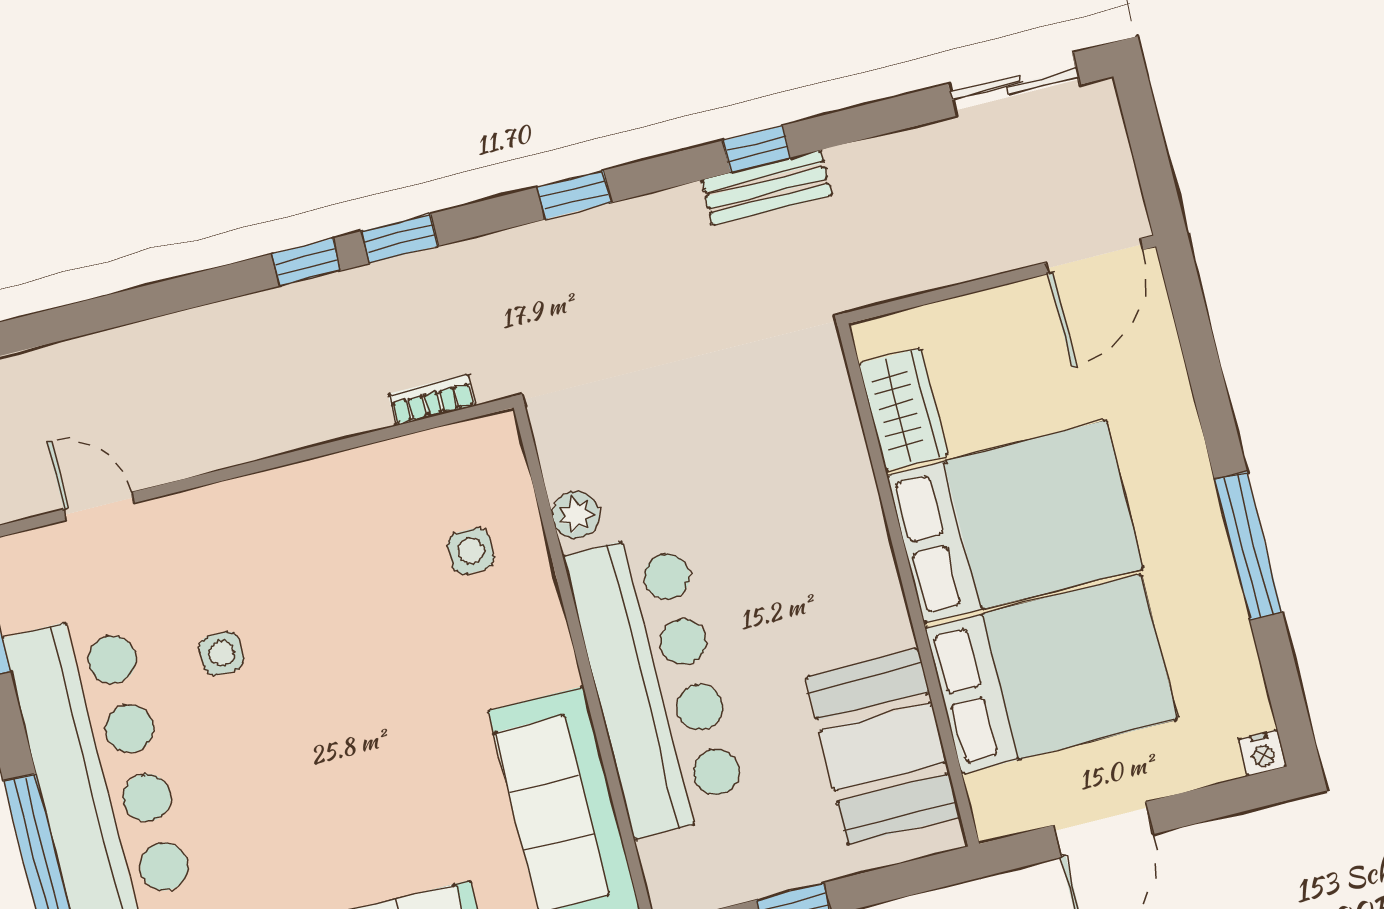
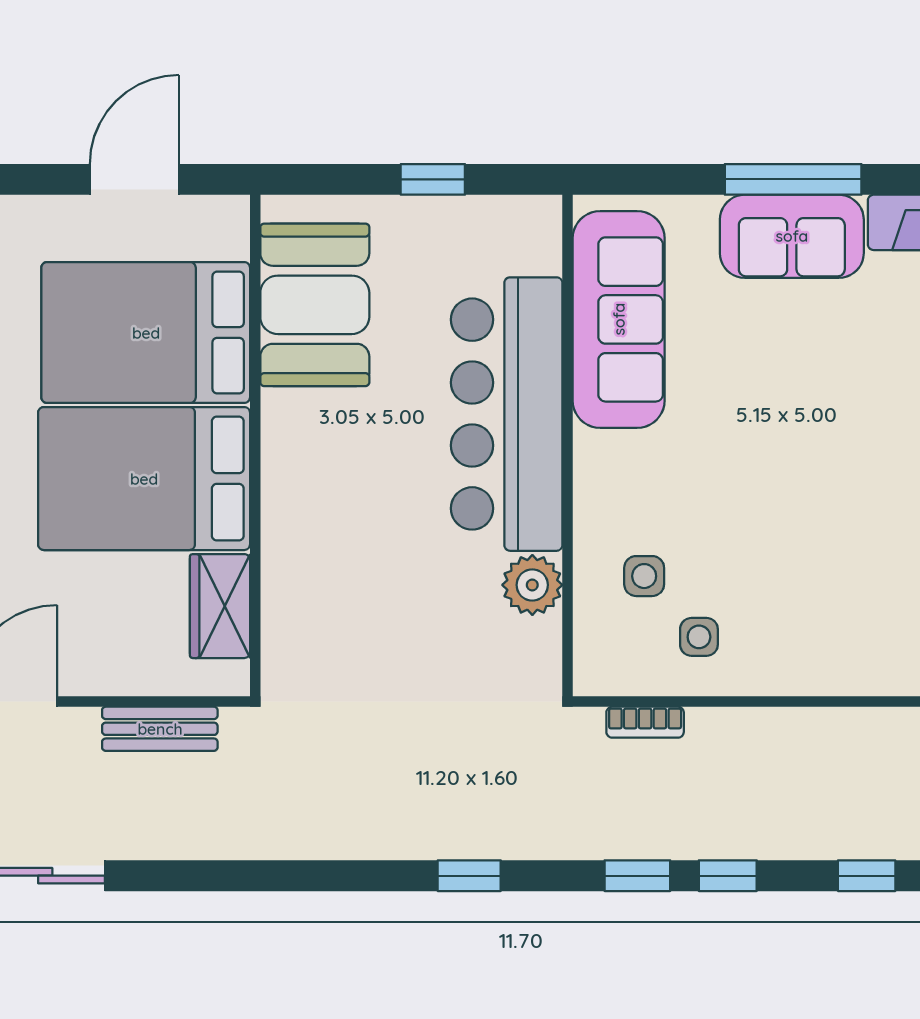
window: (757, 149) -> (867, 876), moved
bench: (767, 188) -> (160, 729), moved
plant: (576, 515) -> (532, 585), width x1.38, depth x1.38
side table: (222, 654) -> (699, 637), moved

